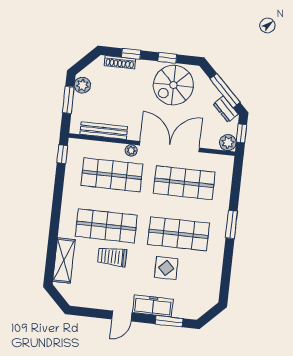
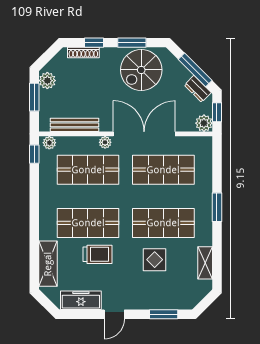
window: (167, 58) -> (132, 43), width x1.50
plant: (78, 145) -> (49, 143), added
trolley: (112, 257) -> (97, 254), turned 180
shelving: (214, 276) -> (205, 263), added
freezer: (153, 306) -> (81, 300), moved

